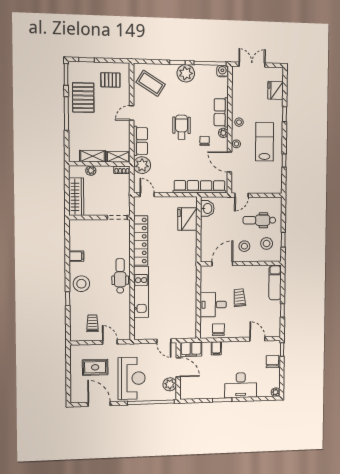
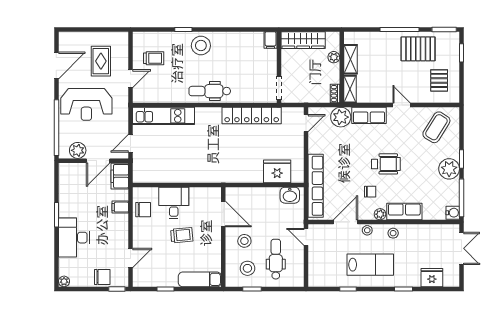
filing cabinet: (76, 256) -> (270, 40), moved
dental chair: (120, 276) -> (210, 91), turned 180
kitchen unit: (141, 292) -> (164, 116), moved

